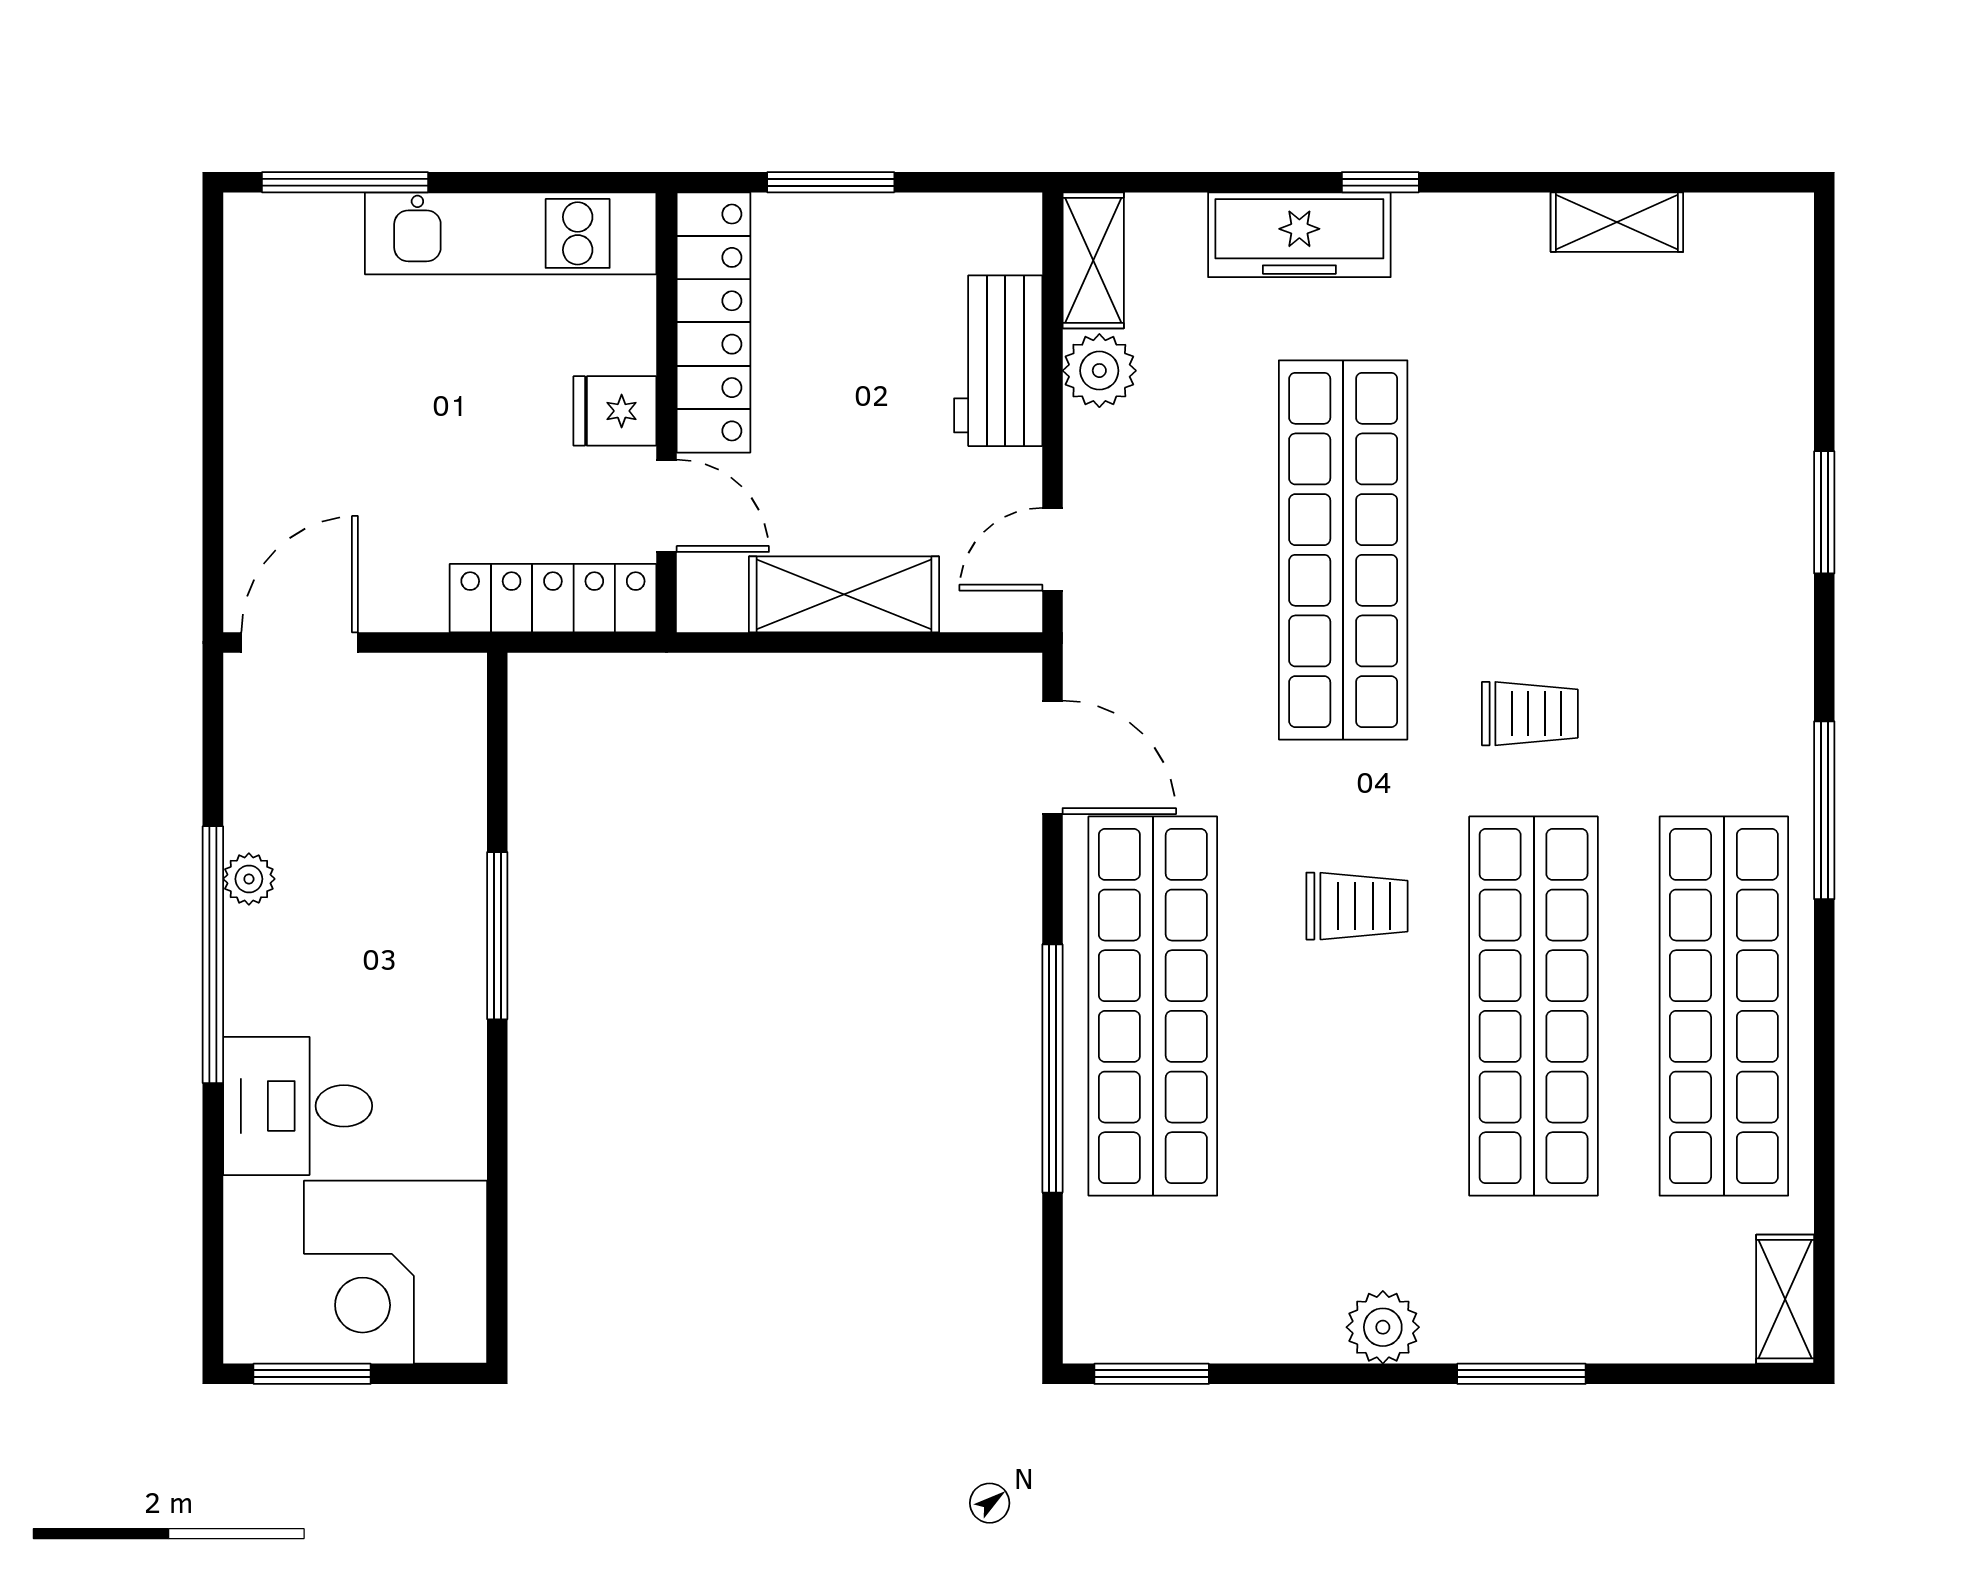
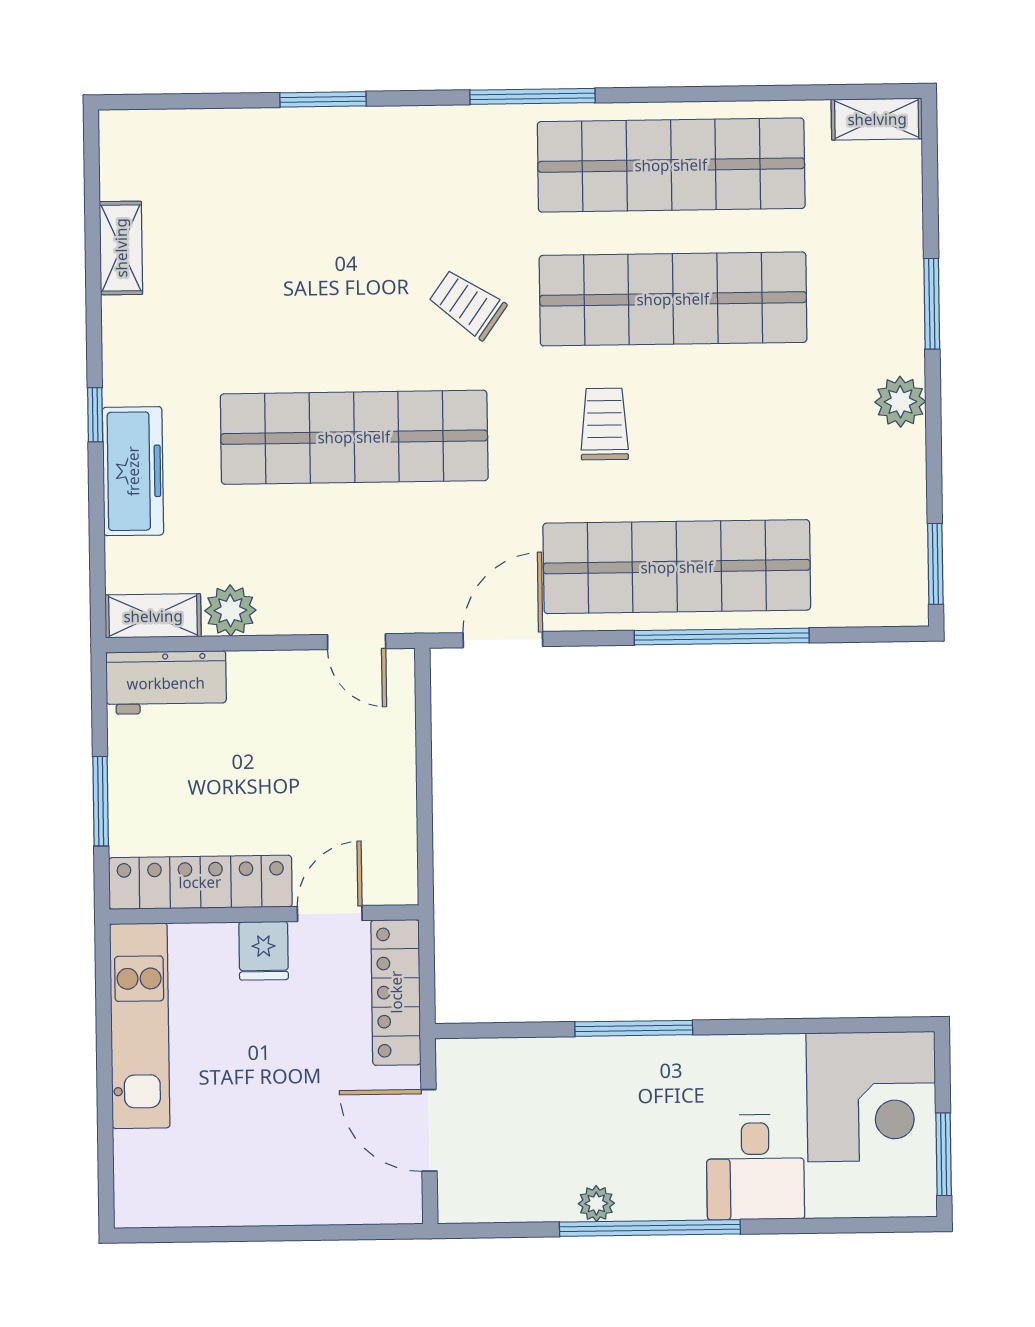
window: (345, 182) -> (105, 1143), removed
workbench: (998, 361) -> (166, 683), moved
shelving: (844, 594) -> (390, 788), removed
door: (300, 643) -> (429, 1130), moved
trolley: (1530, 714) -> (467, 304), turned -55

